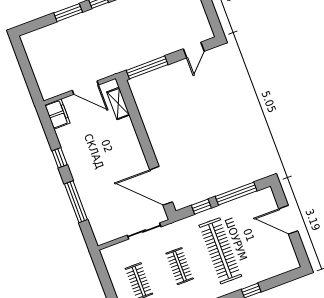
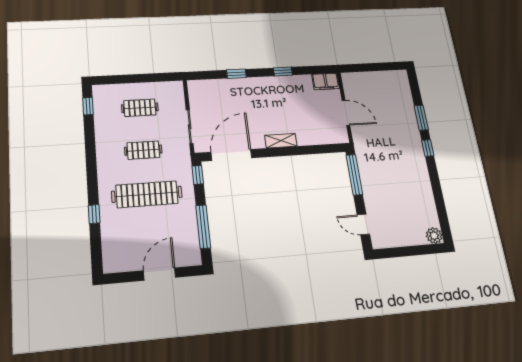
door: (85, 88) -> (346, 113), swing flipped
shelving: (118, 104) -> (281, 141), moved
window: (76, 202) -> (236, 74), width x0.46
window: (201, 207) -> (198, 175), moved

